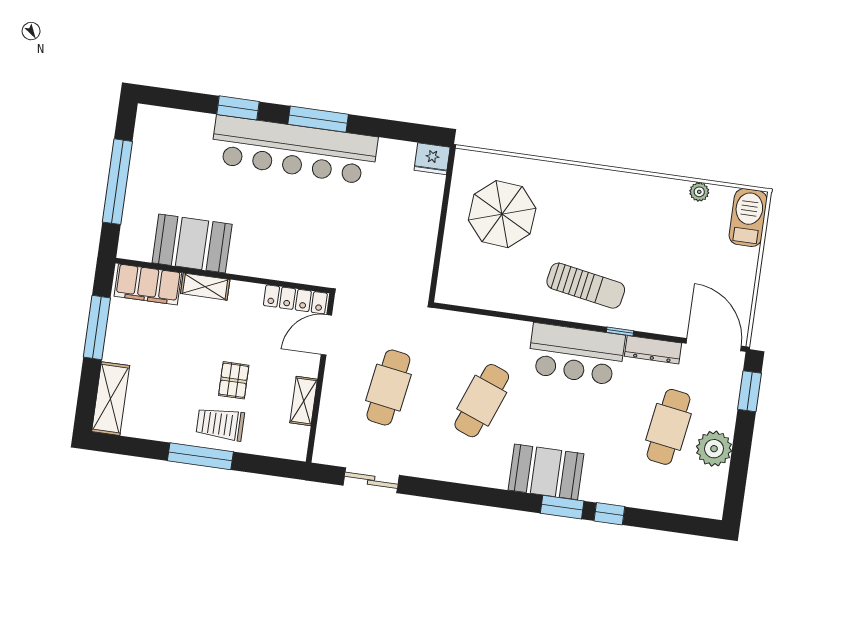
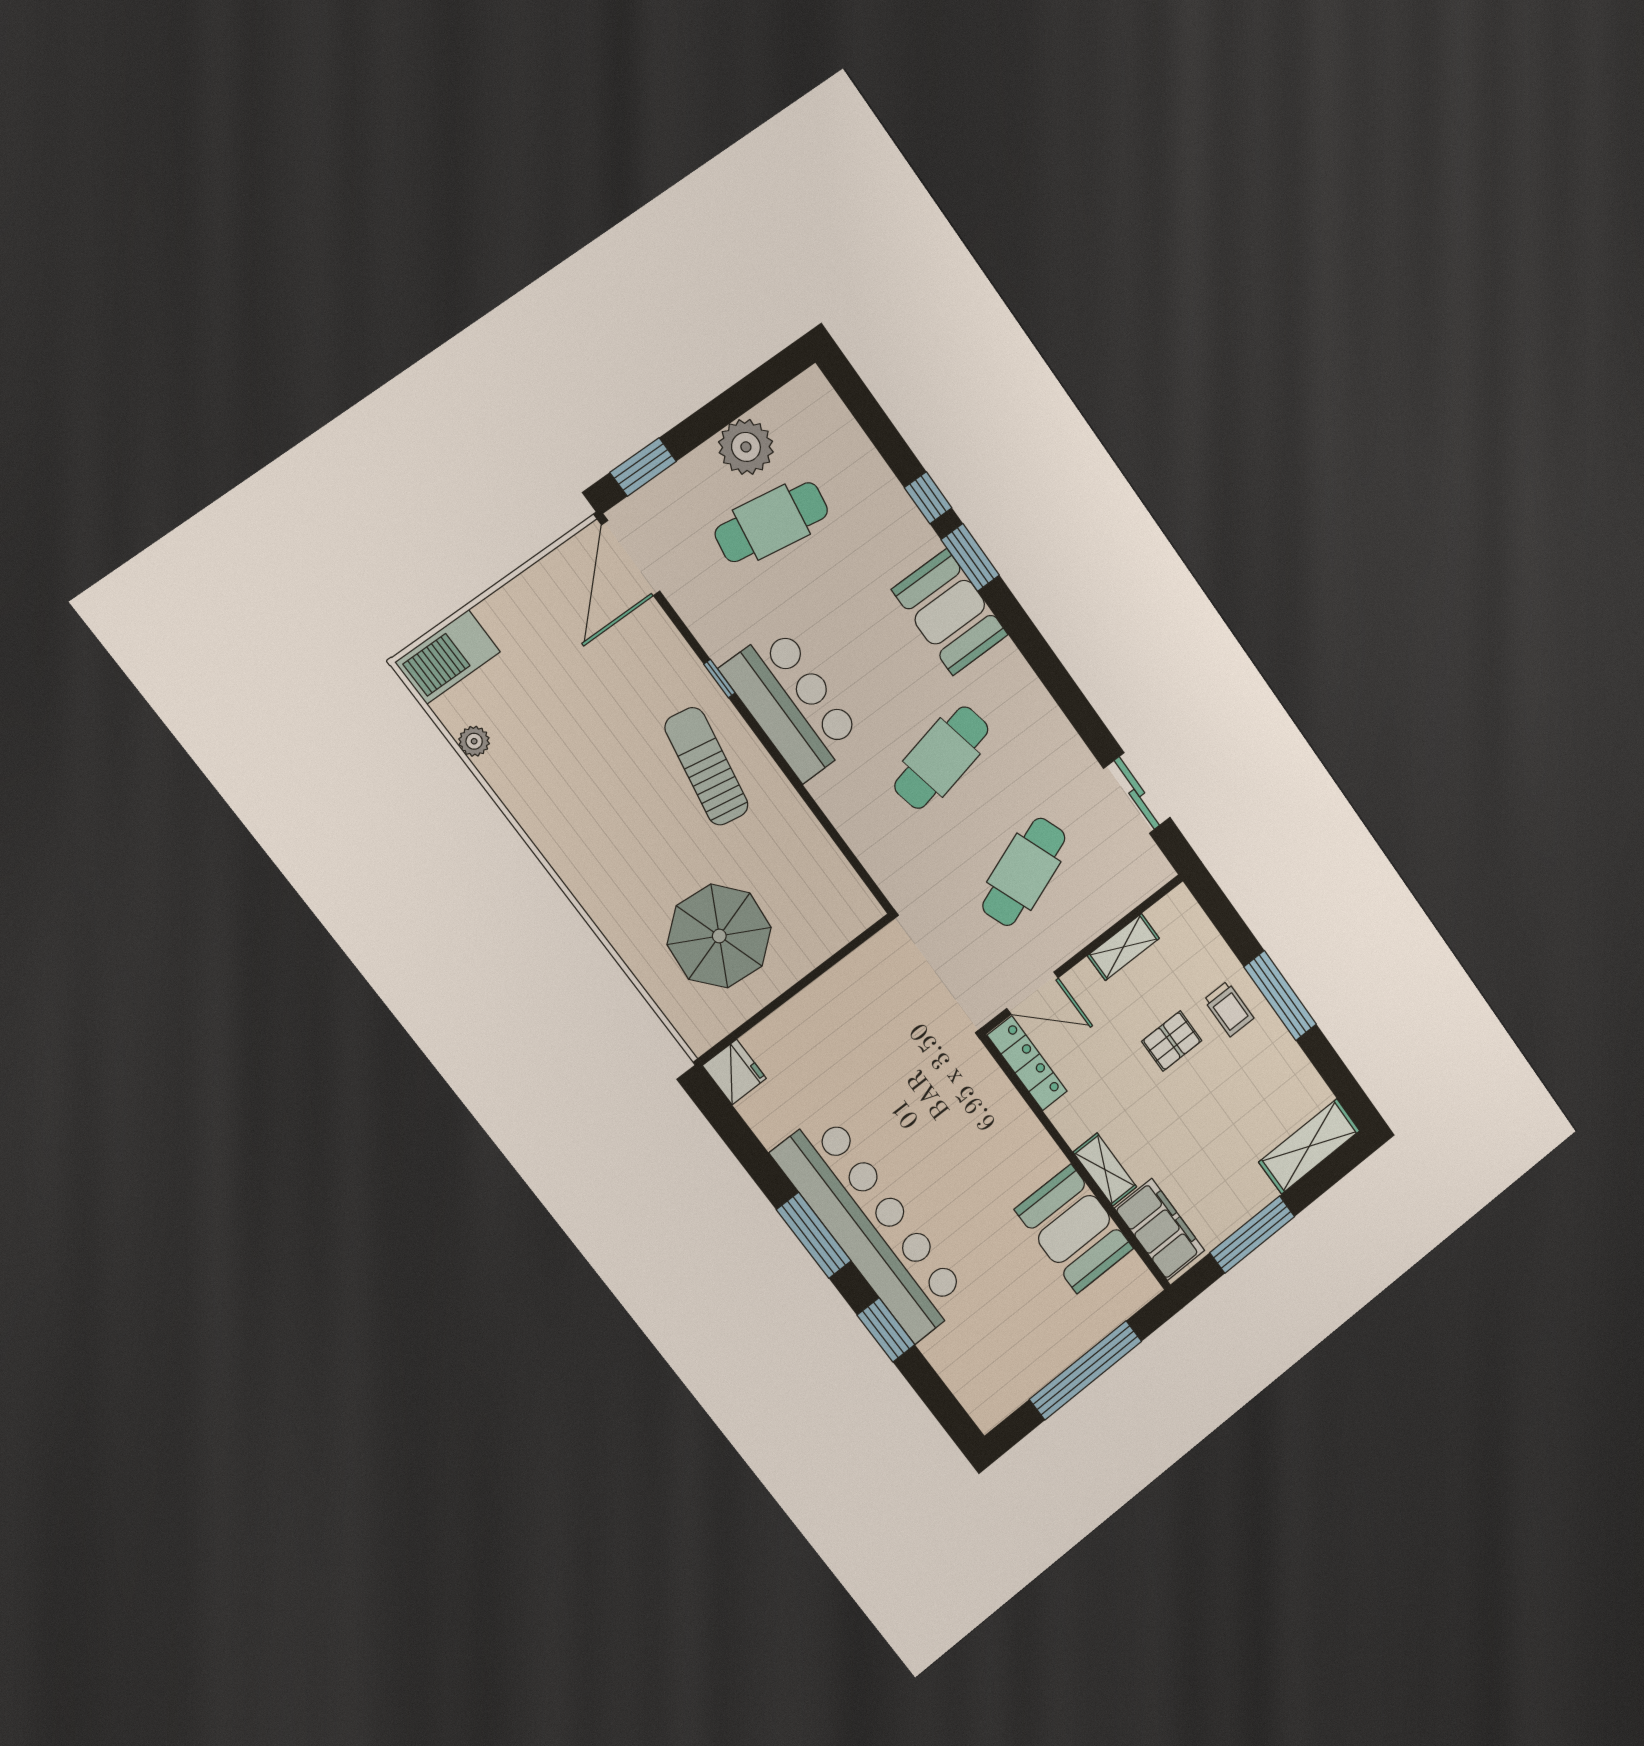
dresser: (653, 350) -> (704, 622), removed
cafe table: (388, 388) -> (1024, 872), turned -30
cafe table: (482, 401) -> (941, 758), turned -33
trolley: (220, 424) -> (1229, 1009), width x0.73, depth x0.72

